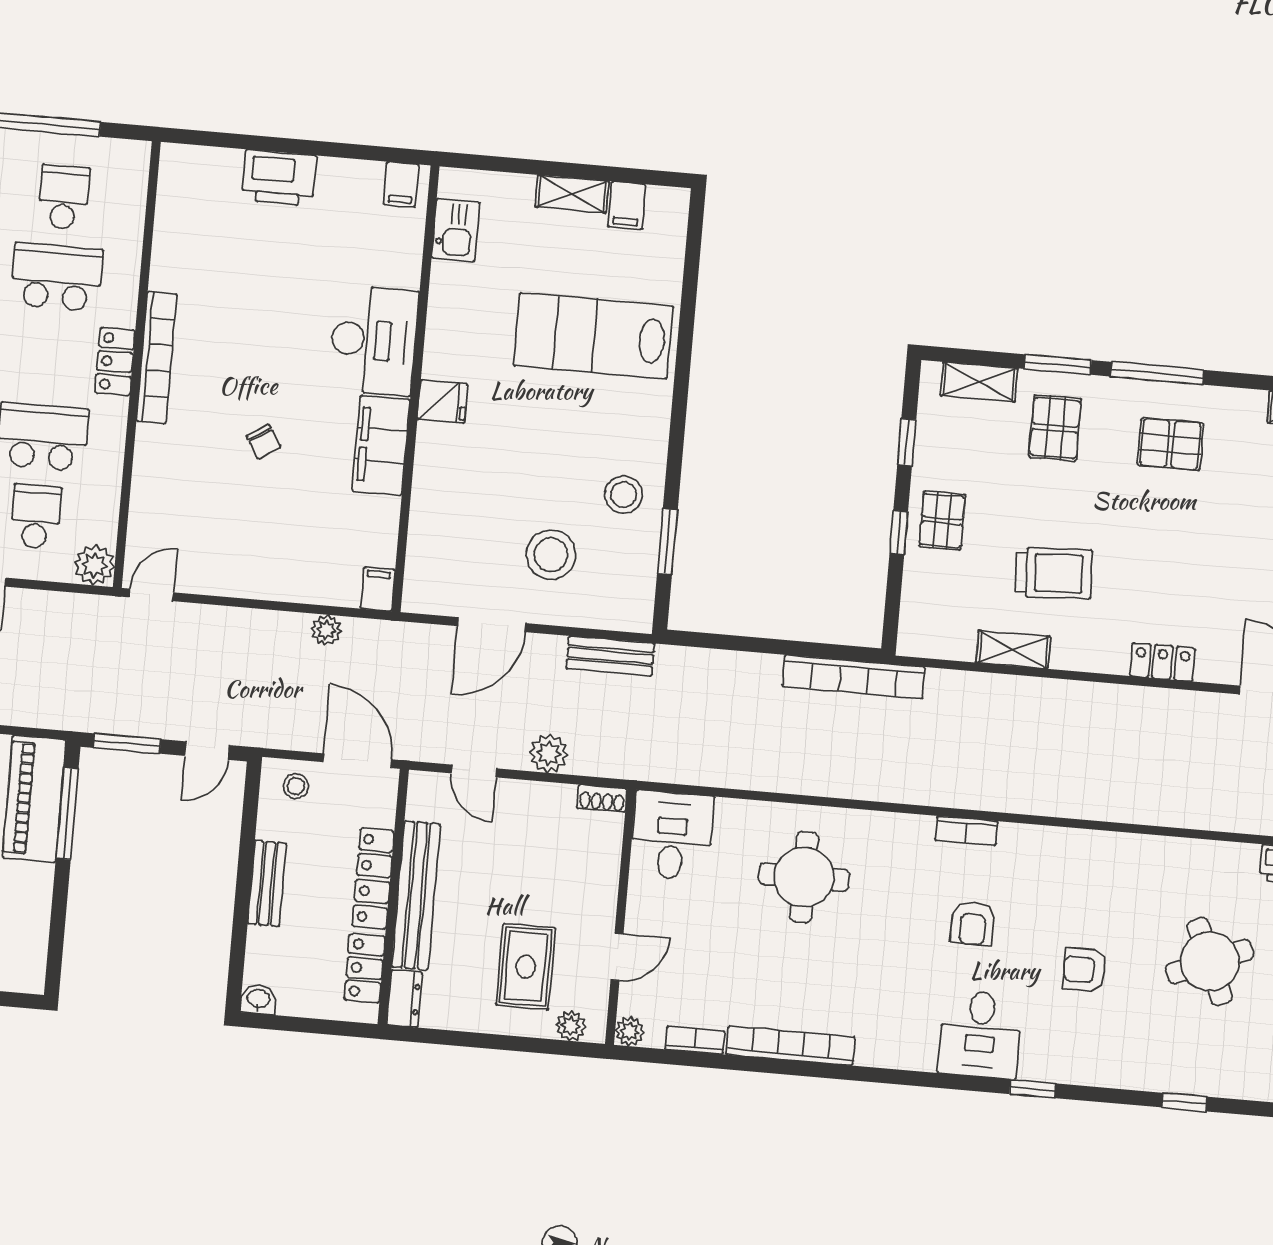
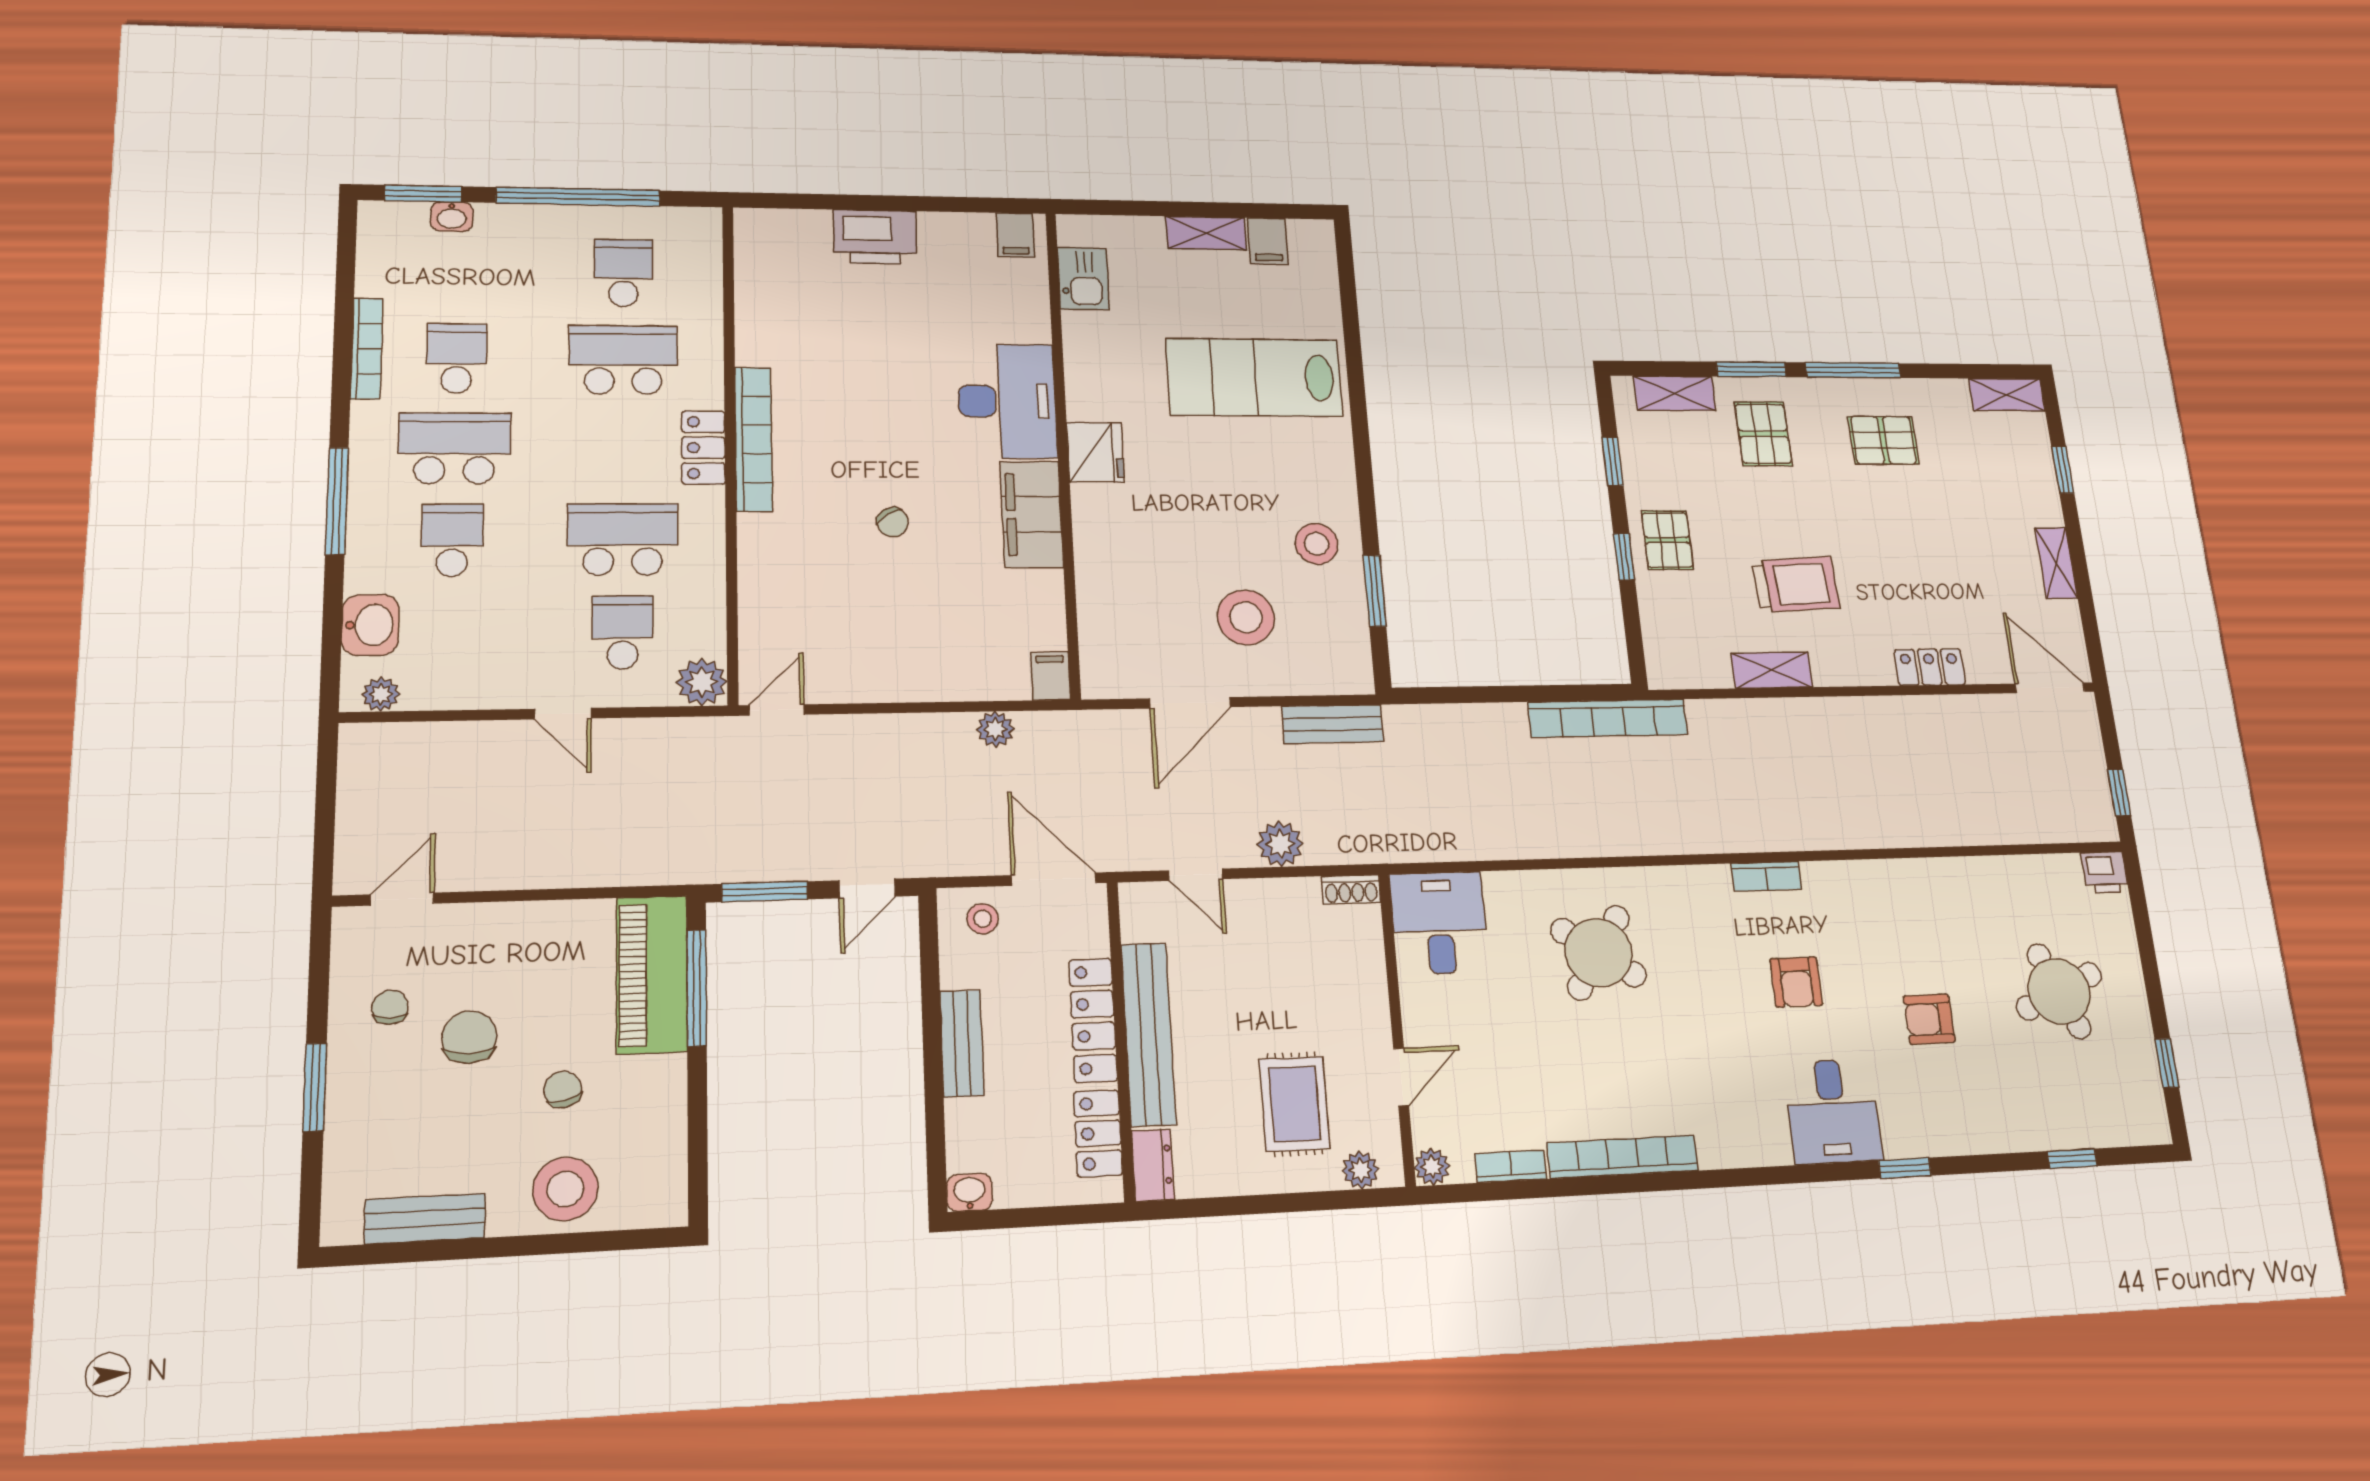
fridge: (443, 402) -> (1095, 452), width x1.38
round table: (804, 877) -> (1598, 953), turned 34

